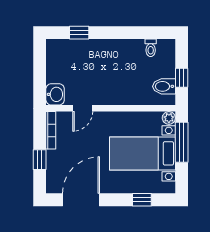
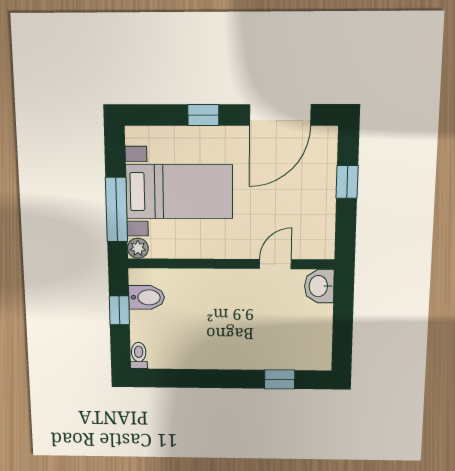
toilet: (151, 48) -> (139, 355), moved
bookcase: (51, 130) -> (328, 229), removed
window: (142, 200) -> (203, 115), moved

